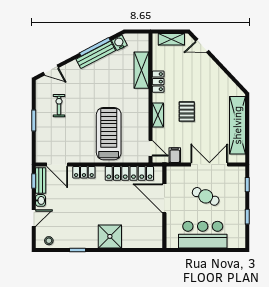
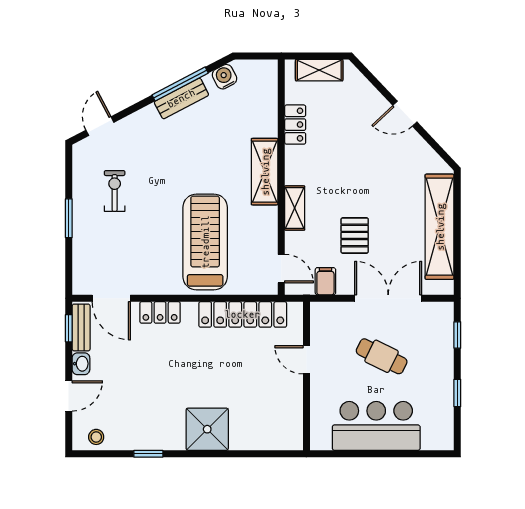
door: (202, 46) -> (405, 114), moved
bench: (96, 55) -> (181, 98), width x0.73
door: (51, 70) -> (100, 126), swing flipped
shelving: (141, 70) -> (265, 172), moved
locker: (158, 82) -> (295, 125), moved
pallet: (187, 112) -> (355, 235), moved
door: (164, 198) -> (306, 360), width x0.53

